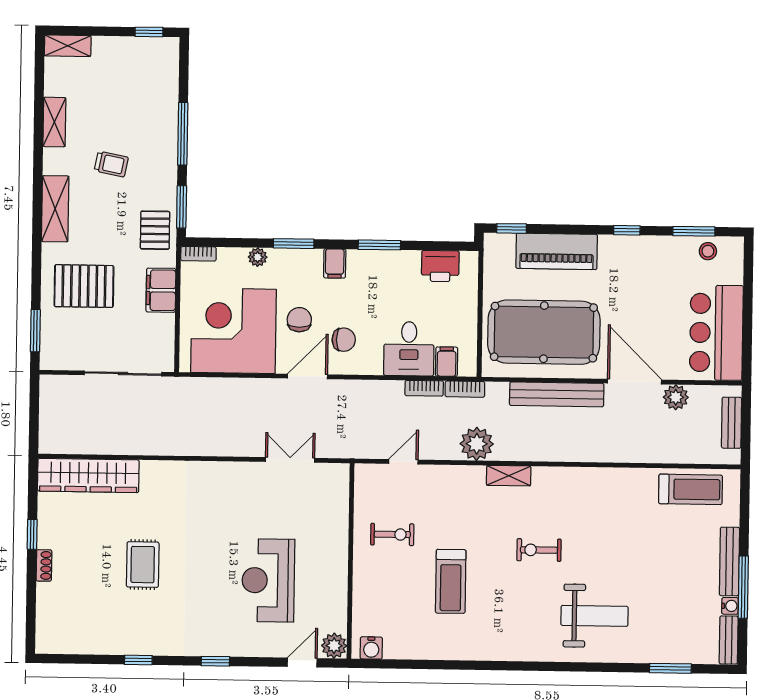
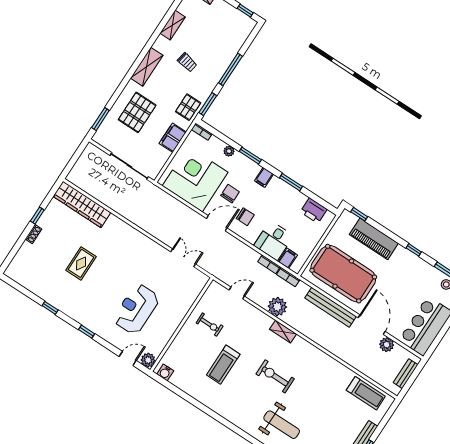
pallet: (84, 286) -> (137, 112), turned 90
exercise bike: (539, 550) -> (275, 376), width x1.38, depth x1.39

